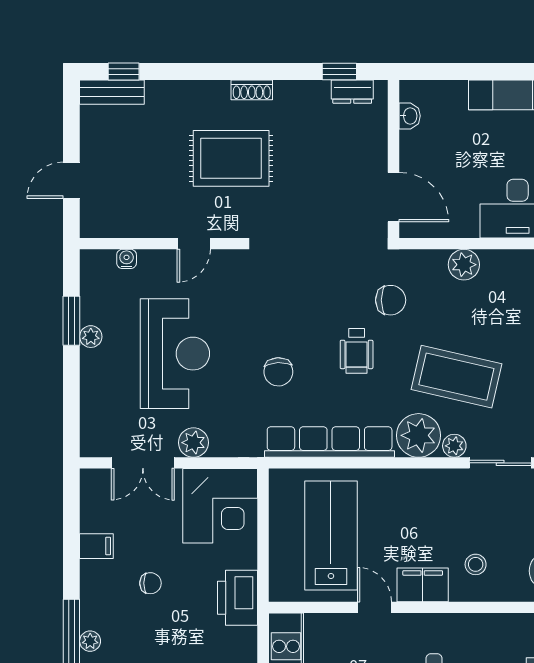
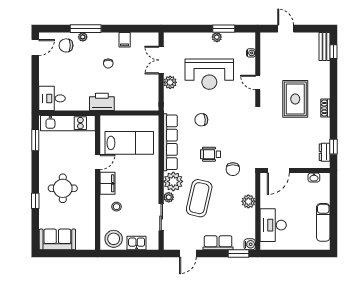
corner desk: (220, 506) -> (142, 94), removed

